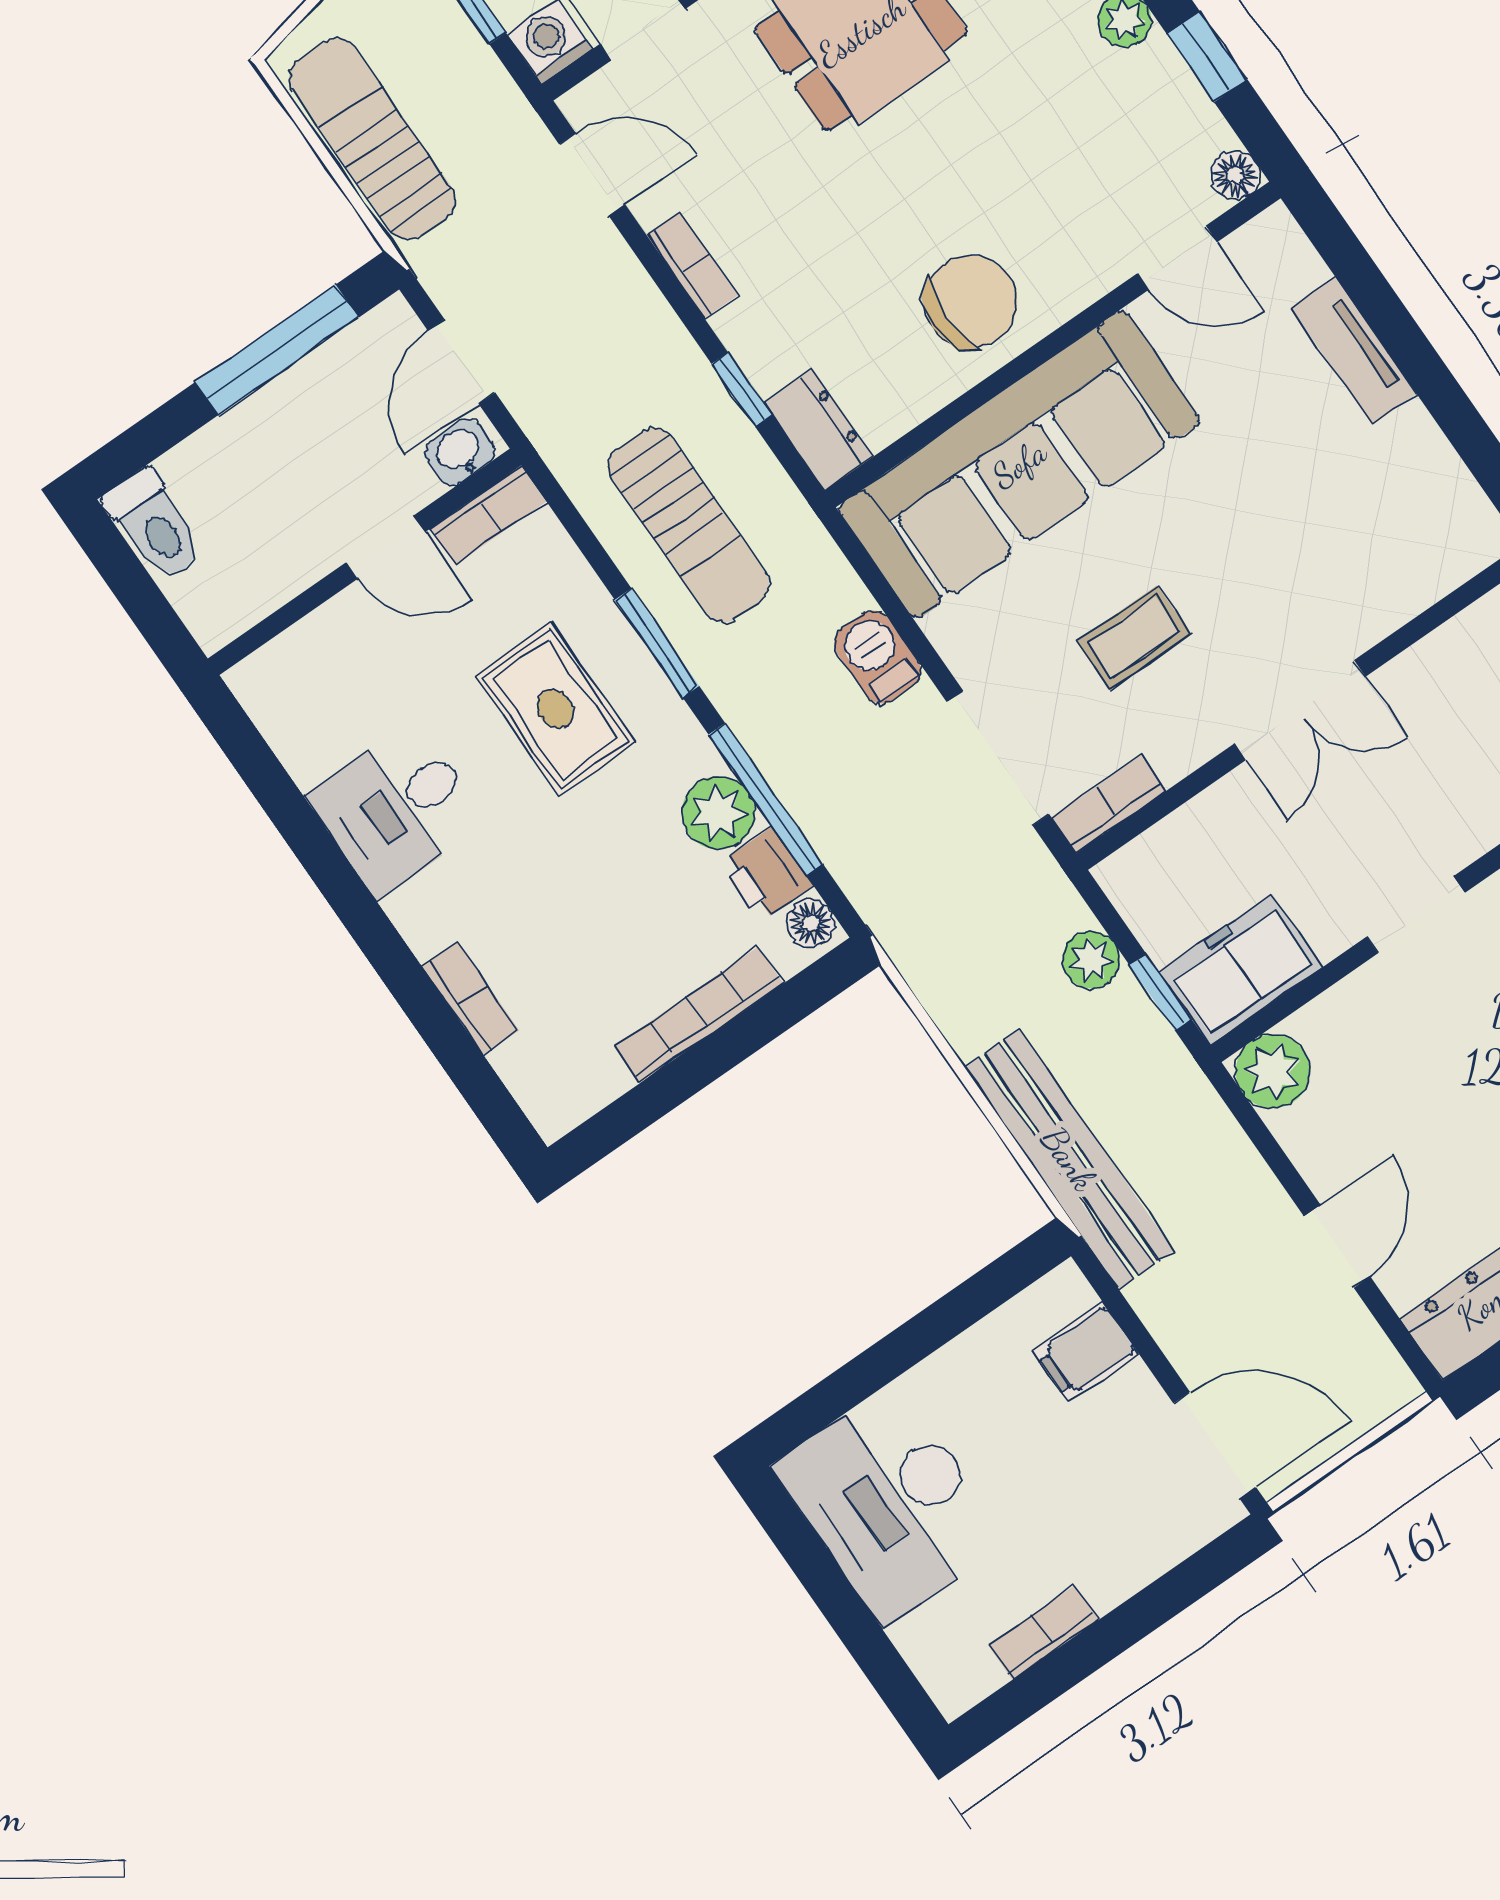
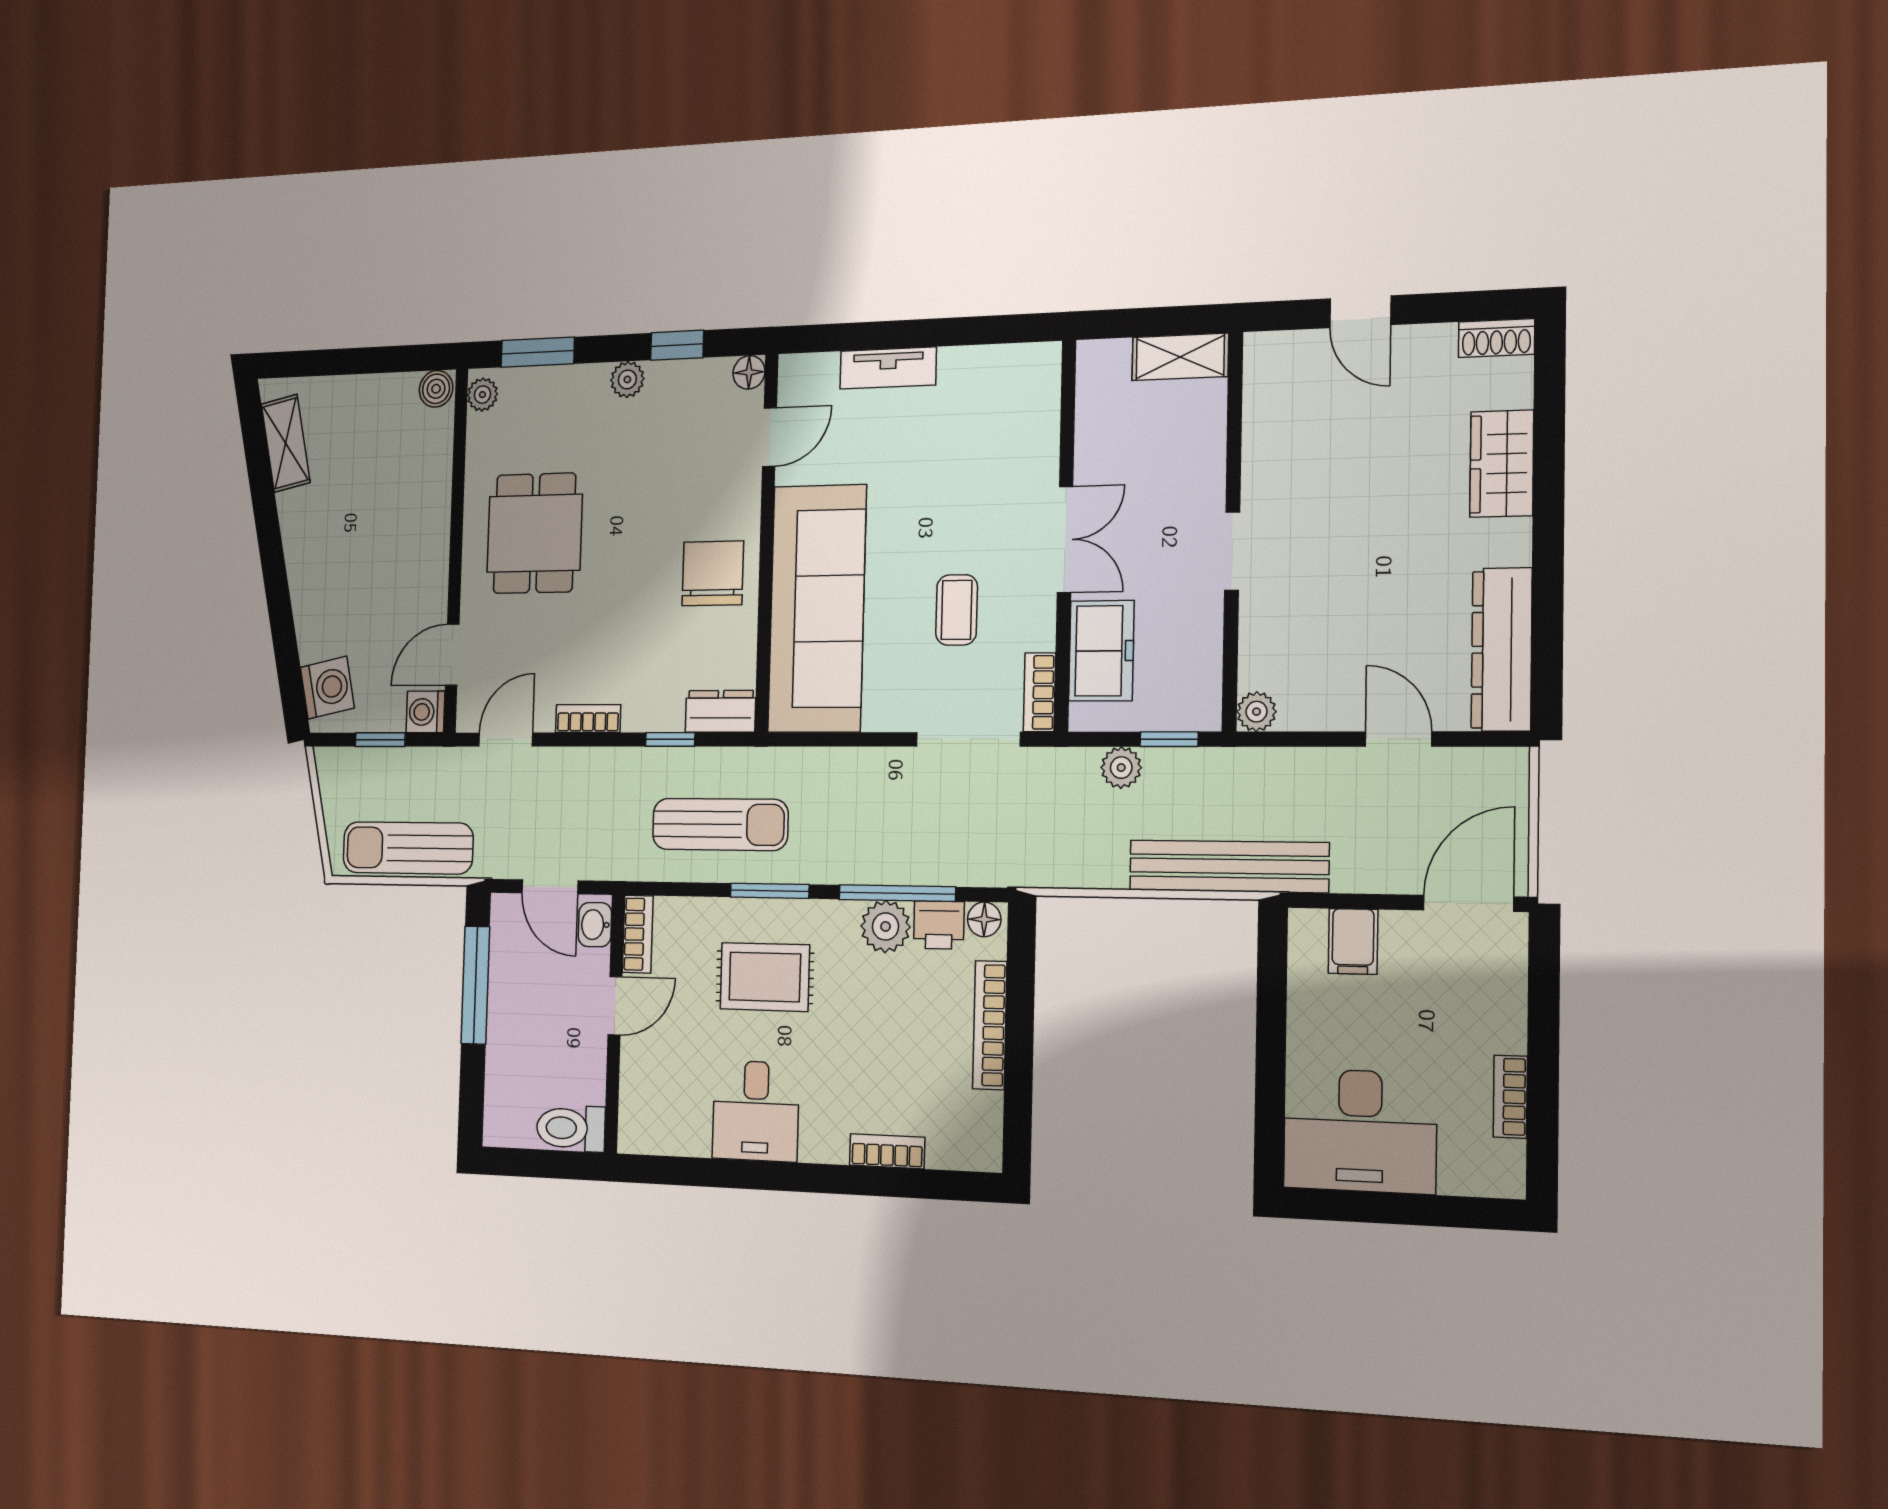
toilet: (154, 525) -> (571, 1128), moved, turned 180
barbecue: (877, 657) -> (864, 769), removed
freezer: (1241, 970) -> (1101, 651), moved, turned 180
plant: (1273, 1071) -> (1257, 712), width x0.73, depth x0.73

